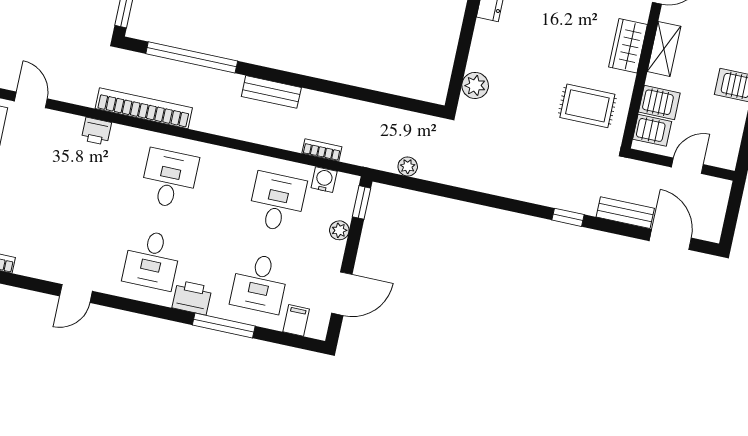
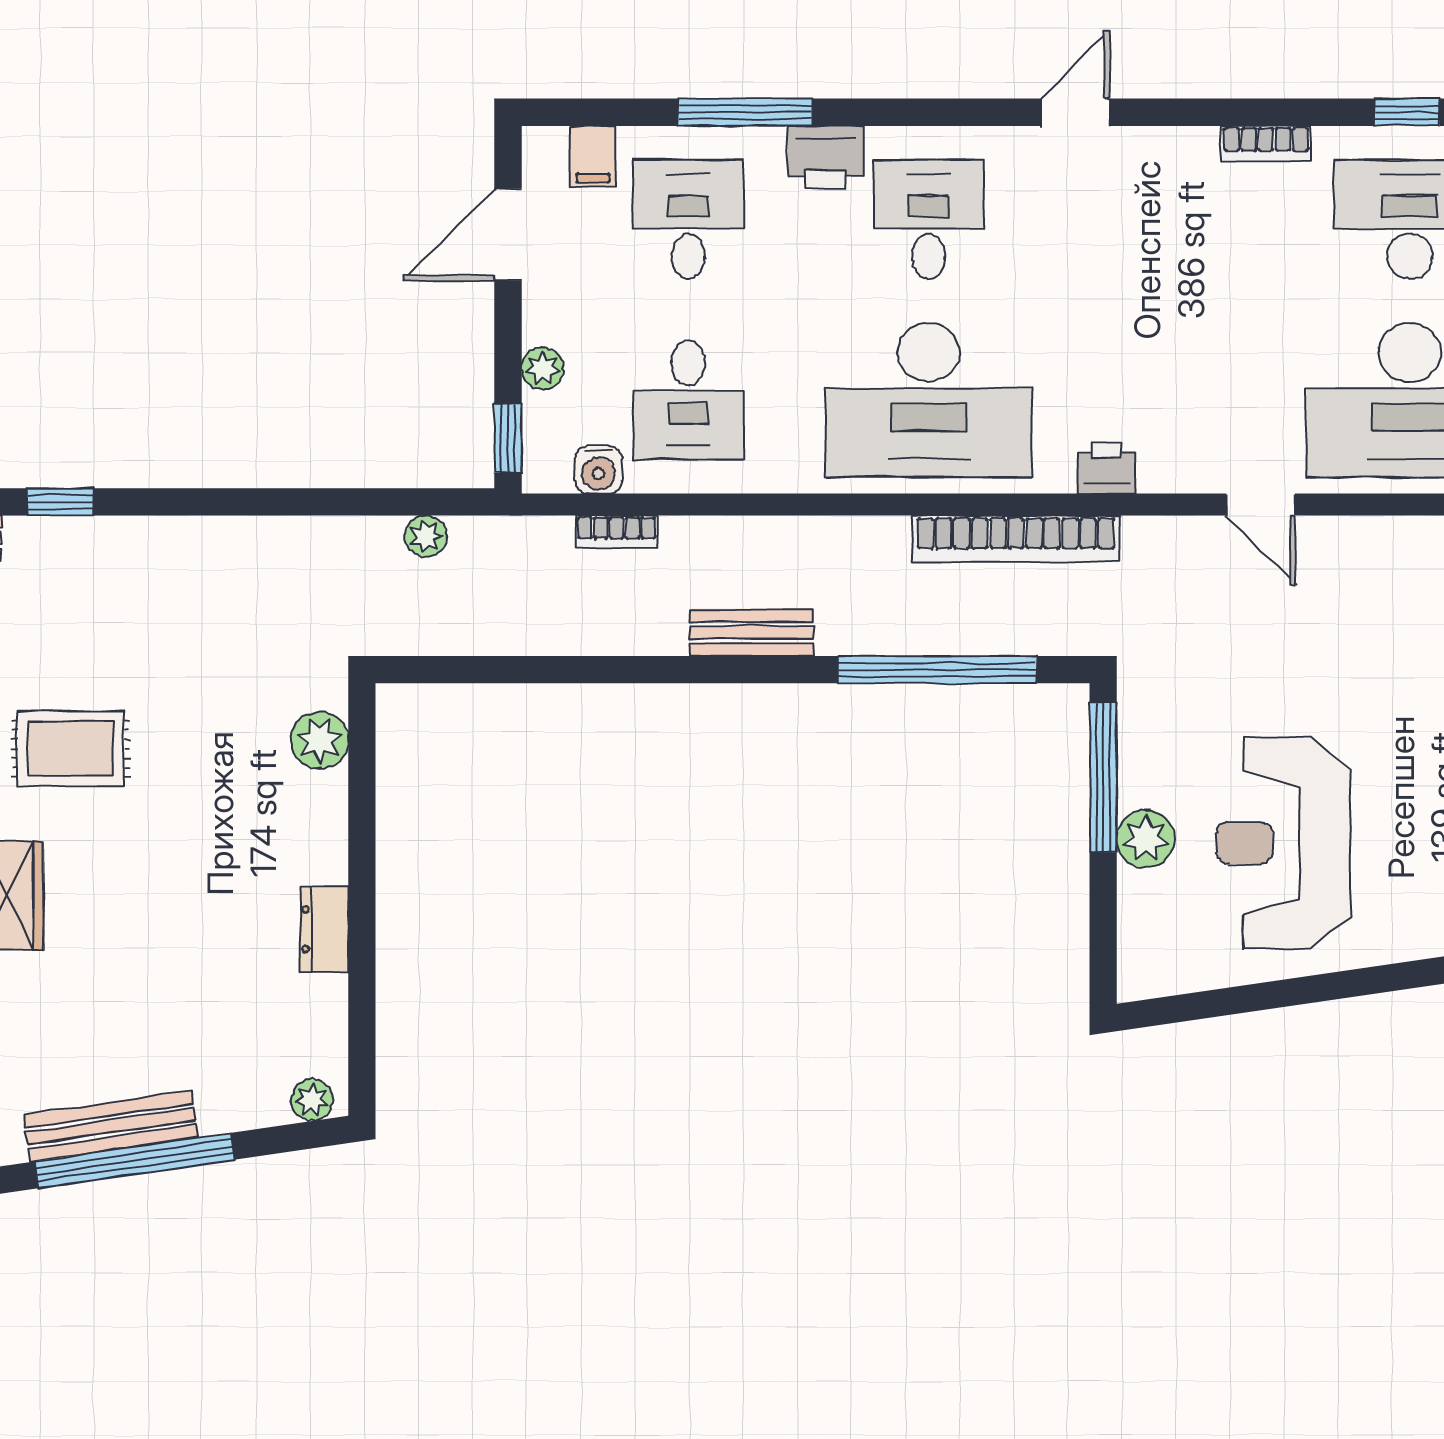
desk: (169, 179) -> (929, 400), width x1.87, depth x1.30

